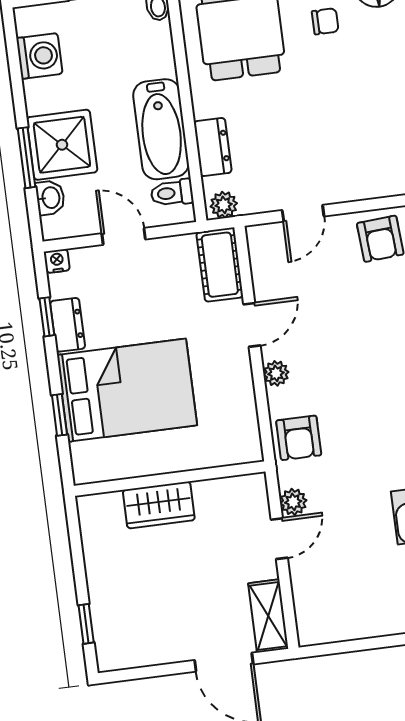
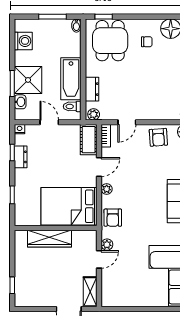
bookcase: (258, 251) -> (106, 136), added
bed: (127, 390) -> (69, 206), moved, turned 180
wardrobe: (159, 505) -> (50, 239), width x1.50

